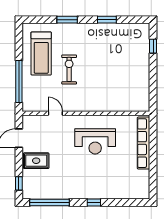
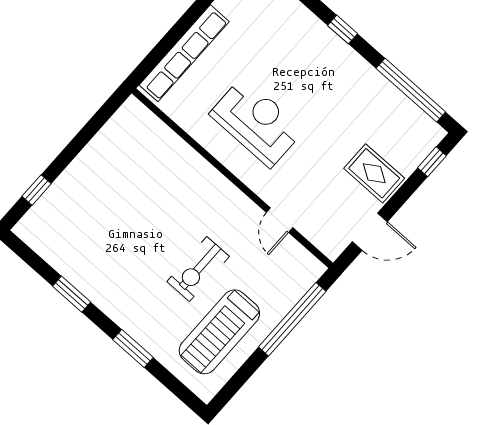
treadmill: (41, 54) -> (219, 332), turned 180

